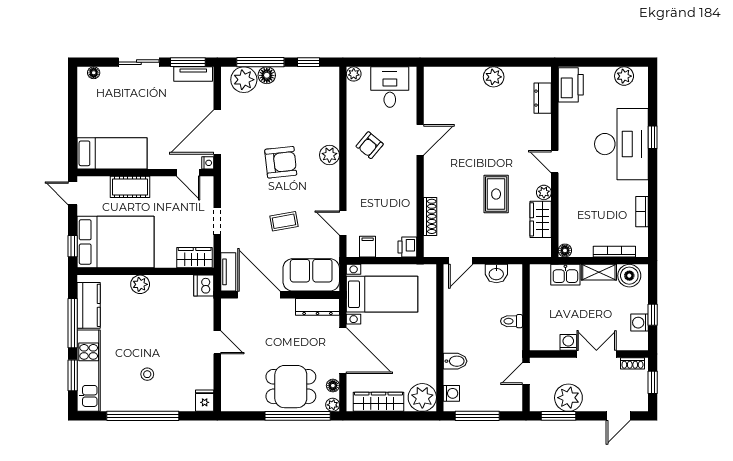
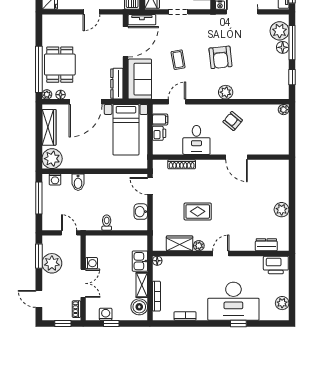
desk: (390, 87) -> (196, 140), moved, turned 90
printer: (407, 247) -> (159, 133), moved, turned 90

